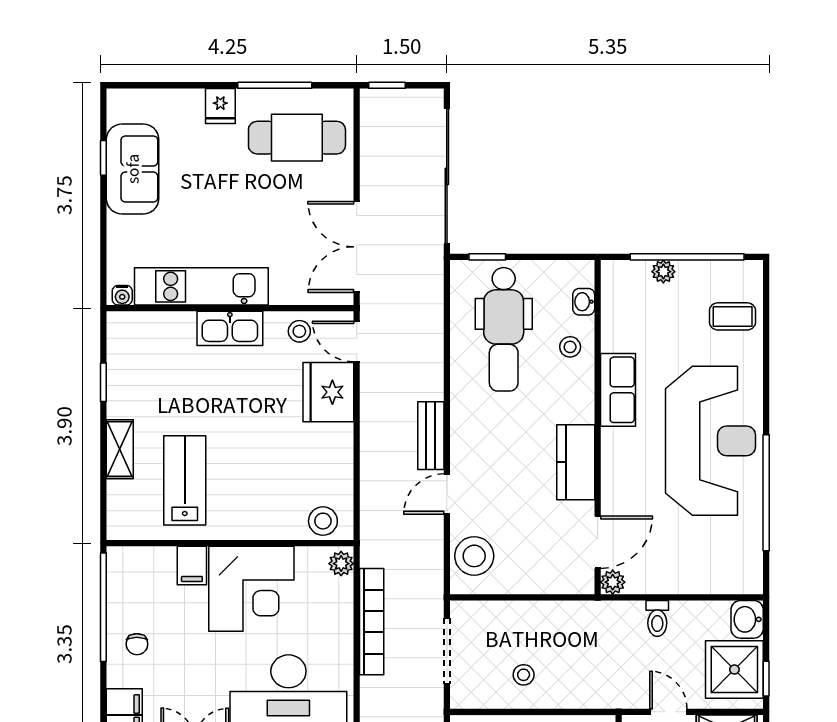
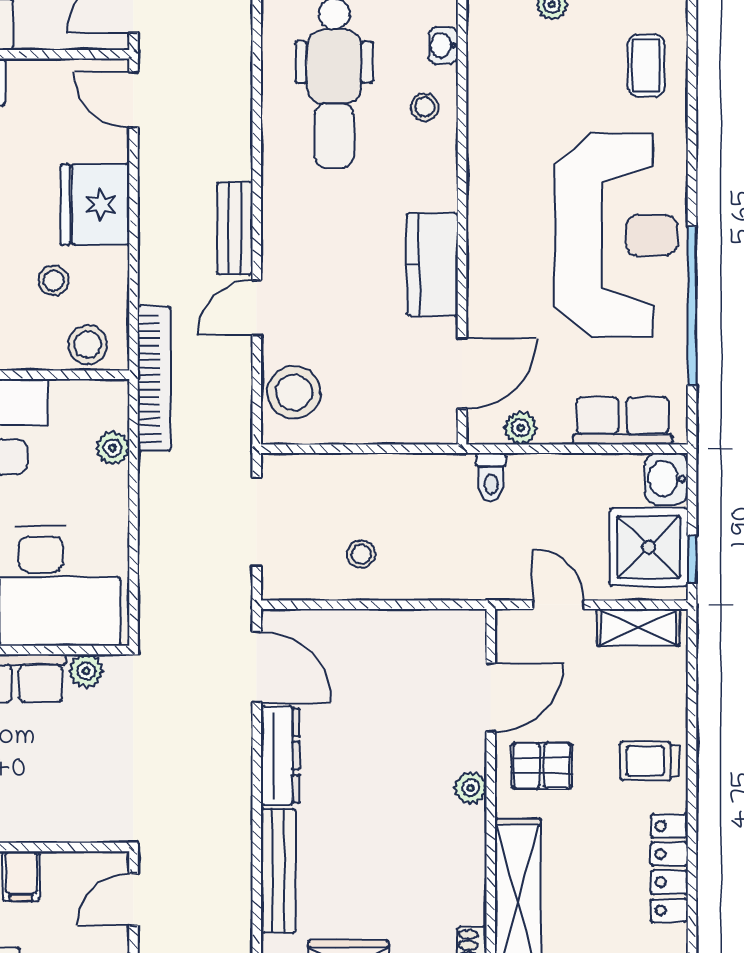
coffee table: (733, 316) -> (646, 66), turned 90
stool: (299, 331) -> (54, 280), moved
row of seats: (618, 390) -> (623, 421), moved, turned -90
fridge: (328, 392) -> (95, 204), moved
plant: (341, 564) -> (112, 448), moved
plant: (613, 582) -> (520, 428), moved
toilet: (657, 618) -> (491, 477), moved
bookcase: (372, 622) -> (154, 378), moved

